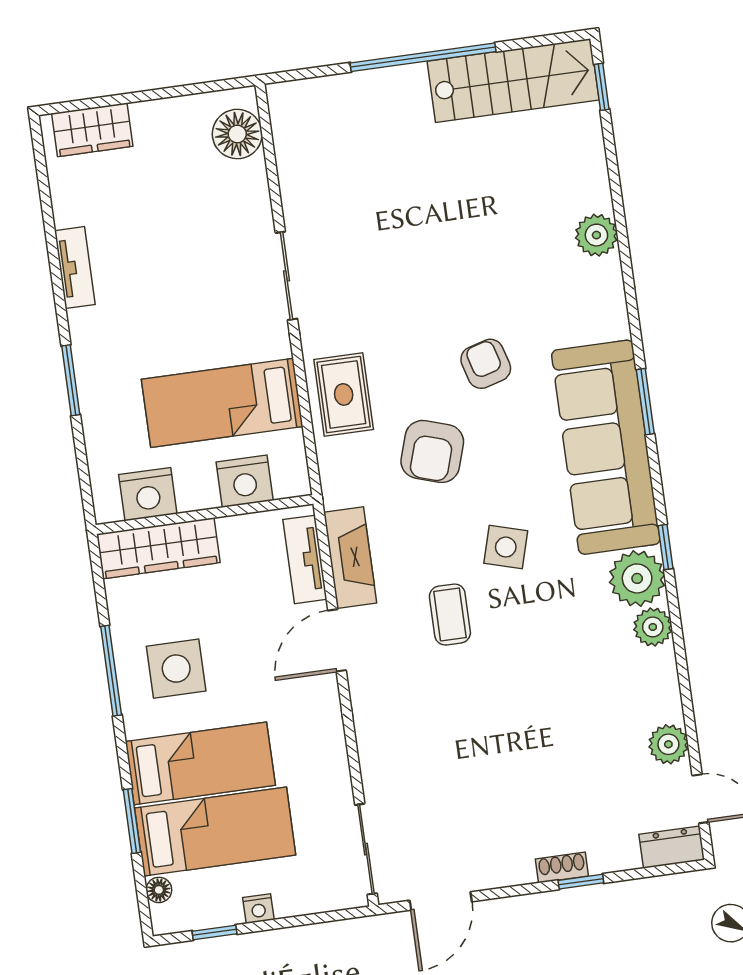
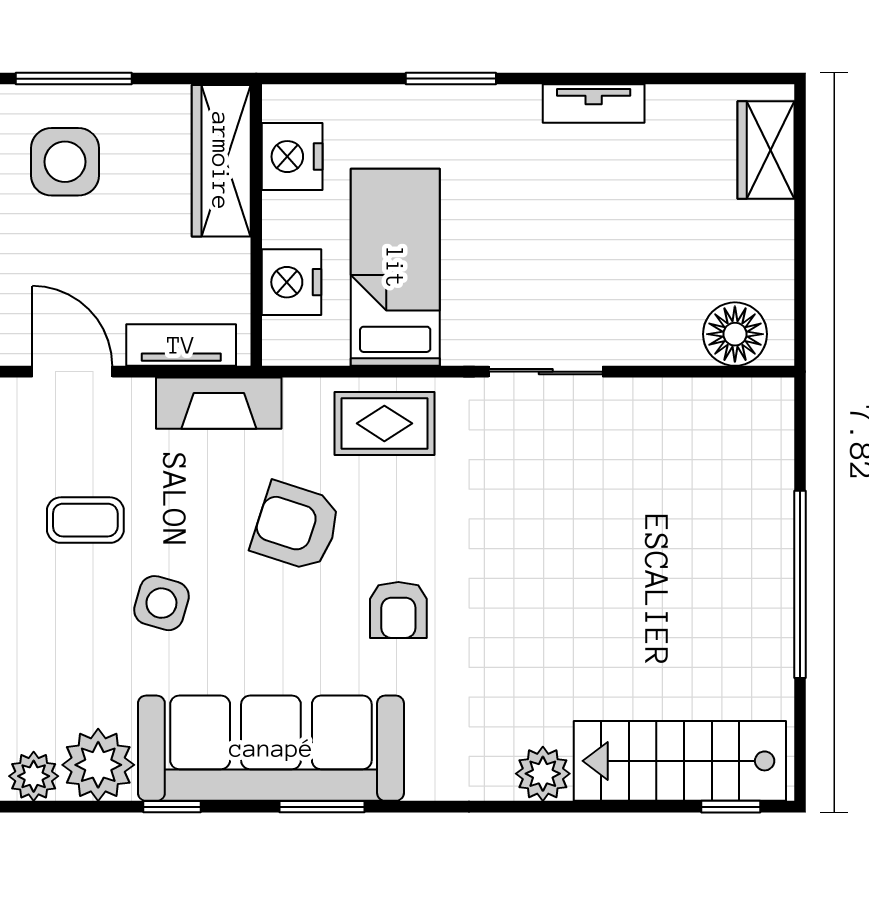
stairs: (513, 81) -> (680, 761), moved, turned 90
armchair: (486, 364) -> (398, 610), turned 106
window: (666, 547) -> (172, 807), moved
fireplace: (350, 558) -> (219, 403), moved

